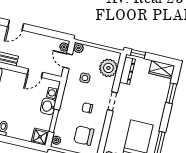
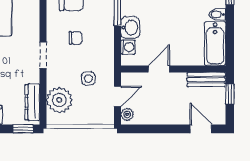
door: (16, 25) -> (201, 129), hinge flipped
plant: (79, 48) -> (107, 118), removed
door: (68, 61) -> (117, 96), hinge flipped

